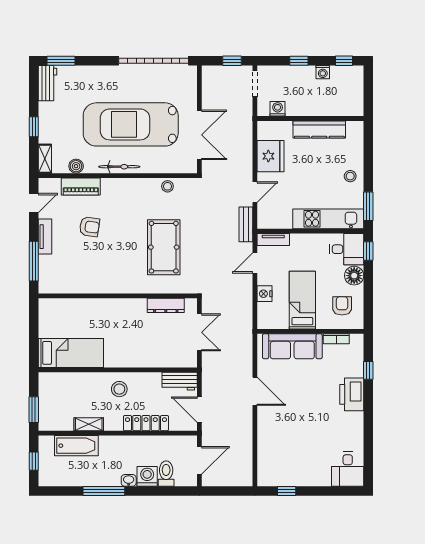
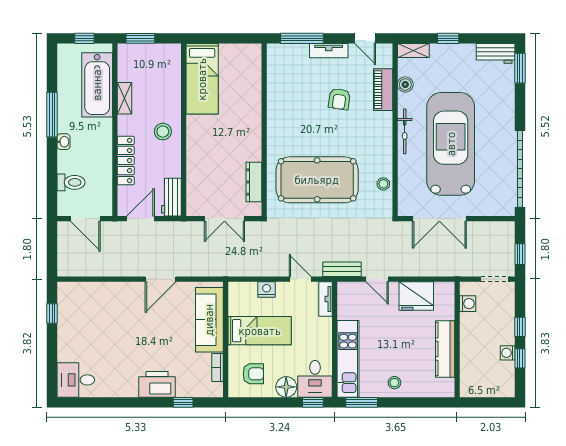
window: (344, 61) -> (520, 358), moved
pool table: (164, 247) -> (317, 180), width x1.36, depth x1.32
bathtub: (76, 446) -> (97, 85), width x1.36, depth x1.36
washing machine: (147, 476) -> (68, 162), removed

